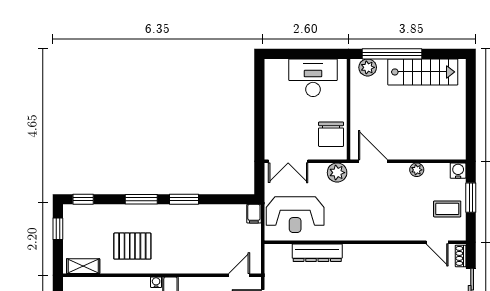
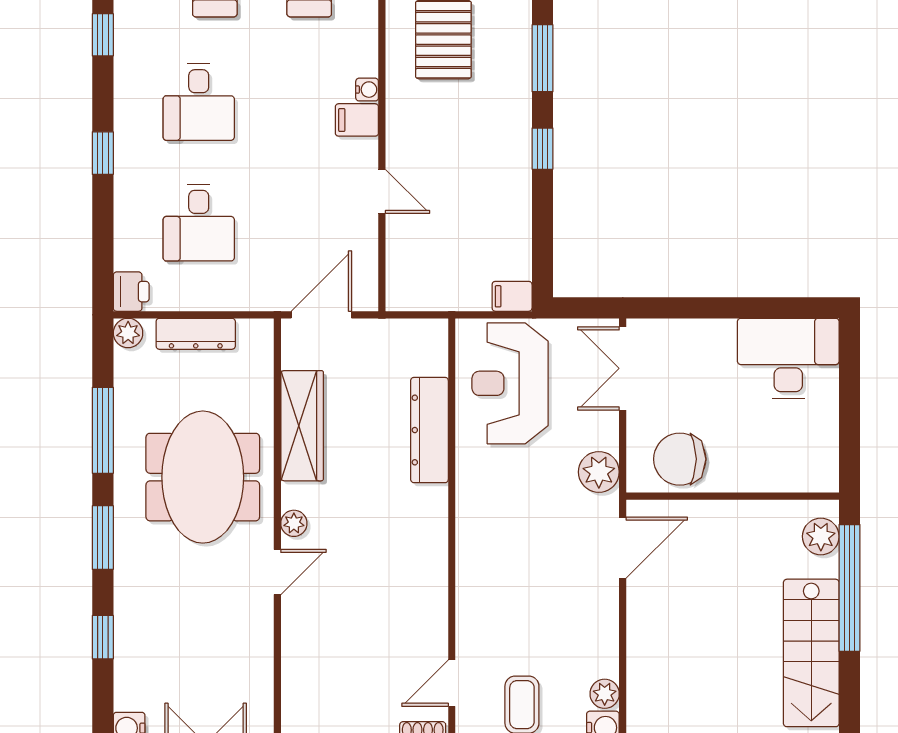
desk: (313, 78) -> (788, 358), moved, turned -90
plant: (417, 170) -> (605, 694), moved
window: (184, 199) -> (542, 149), width x0.67
door: (239, 275) -> (382, 191), moved

